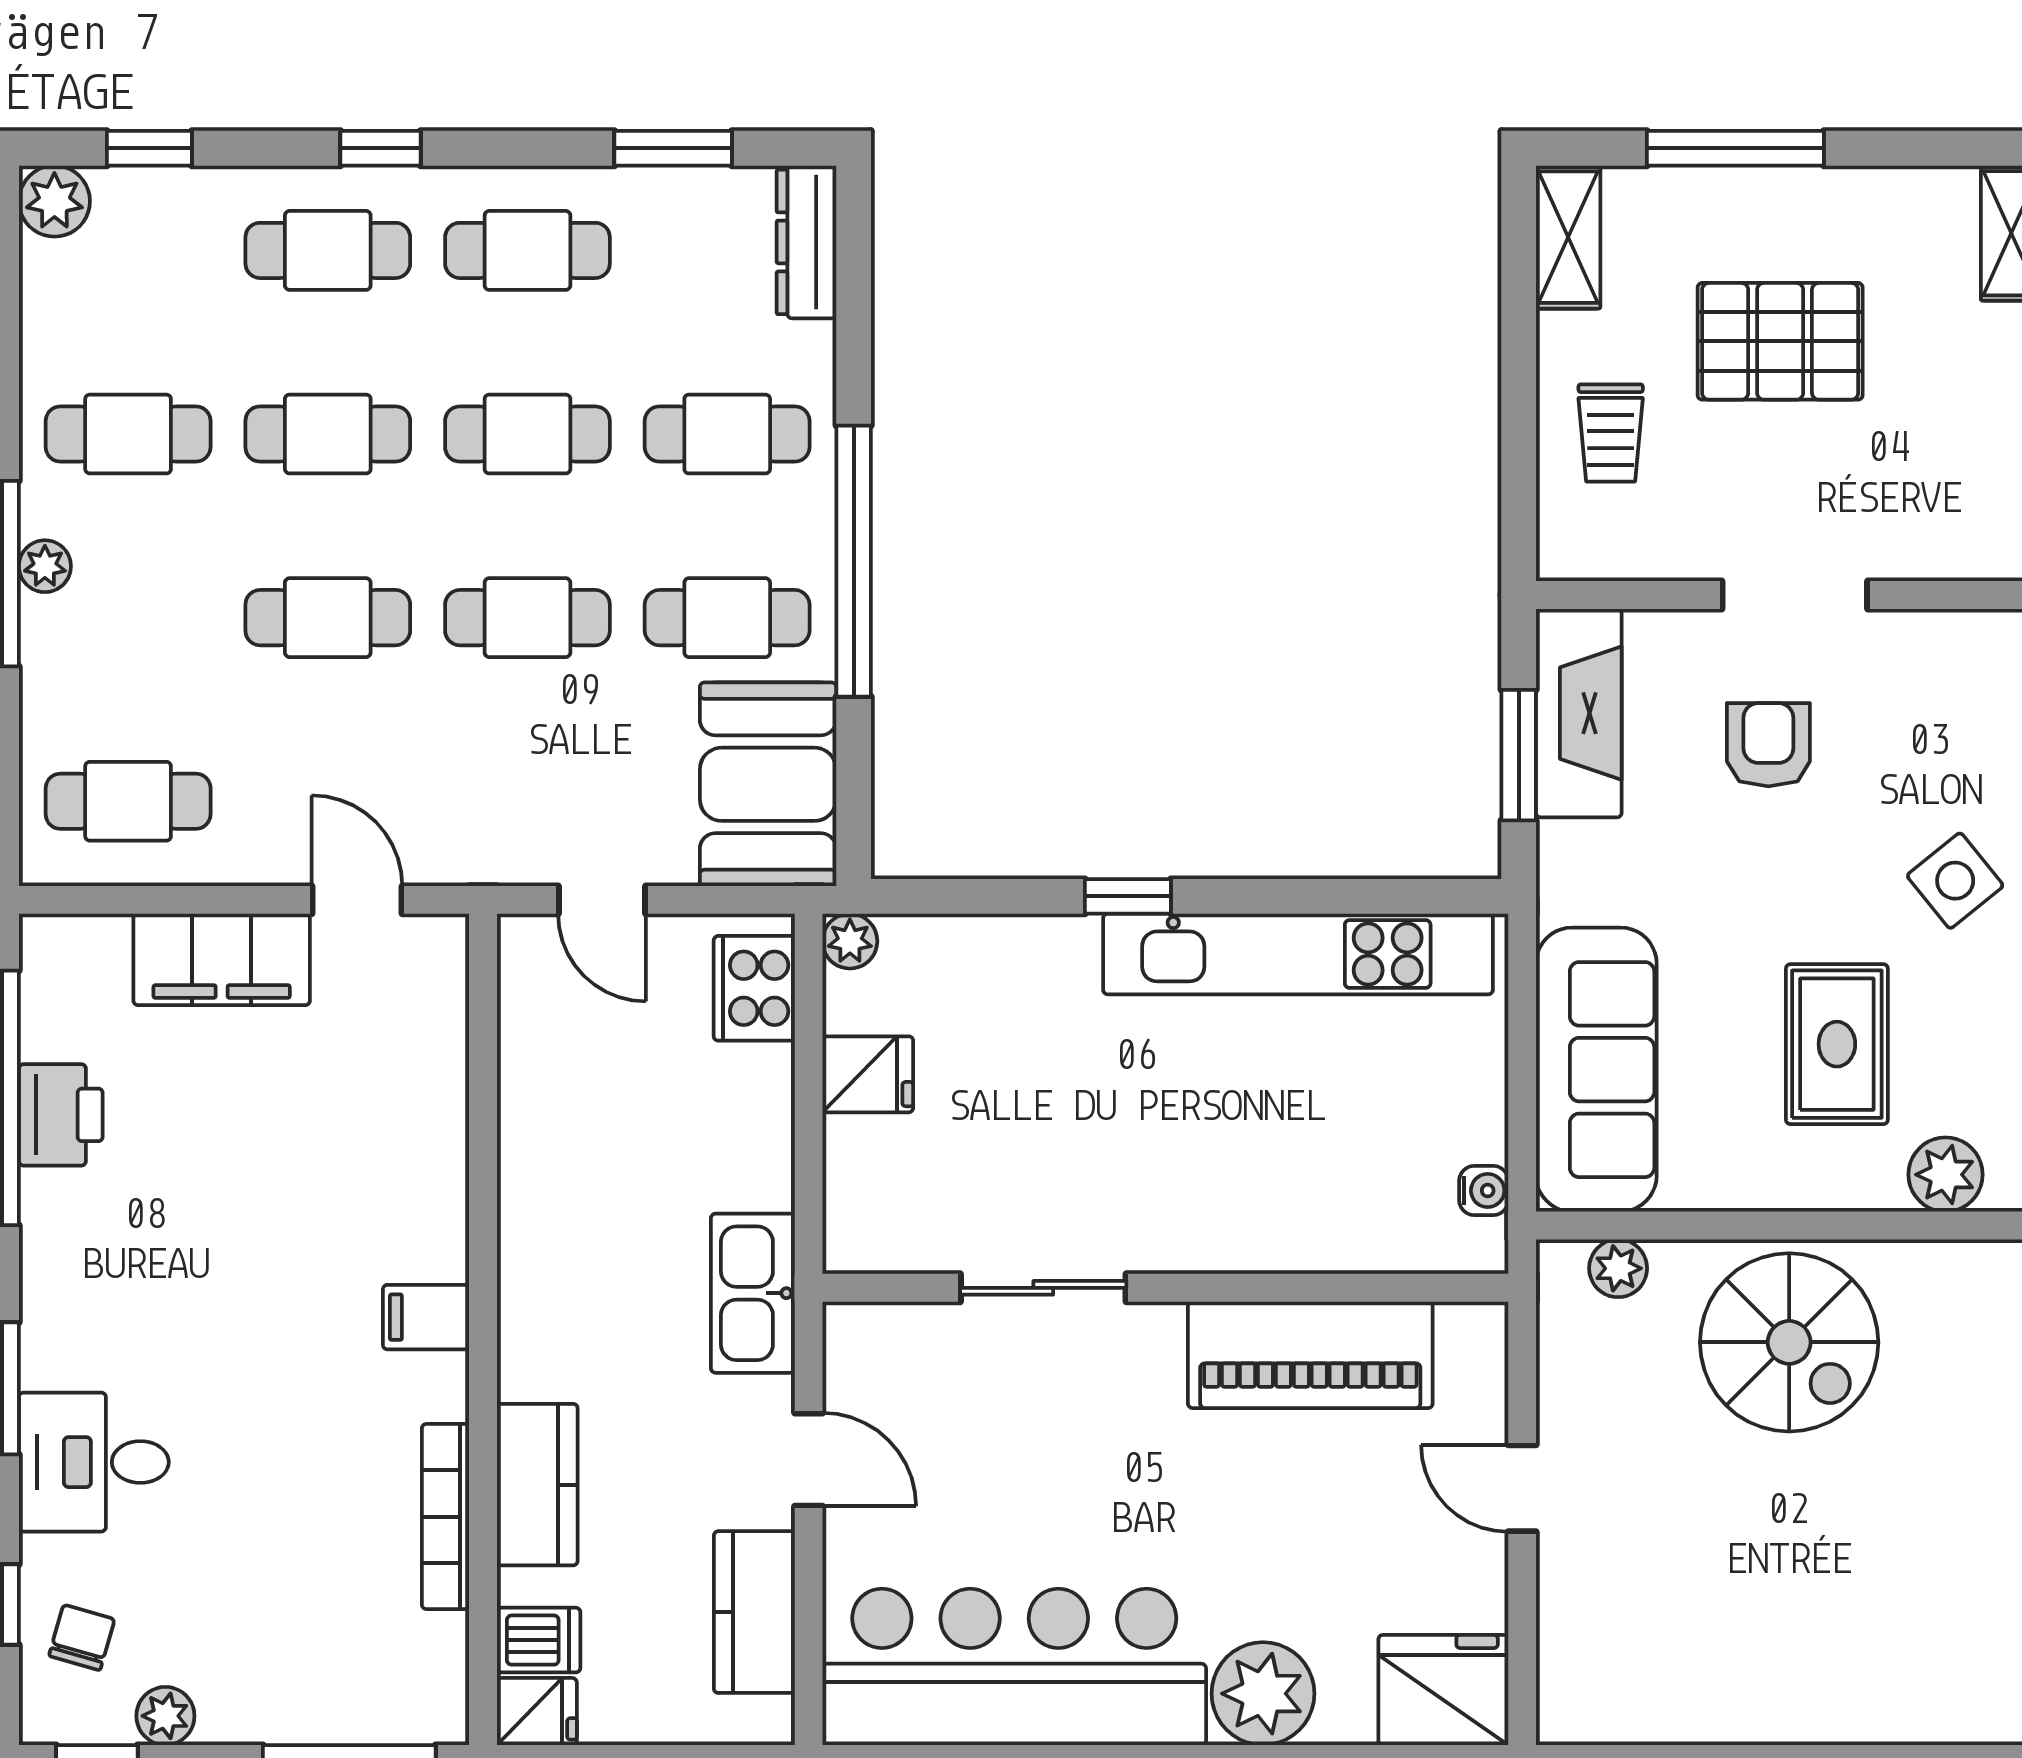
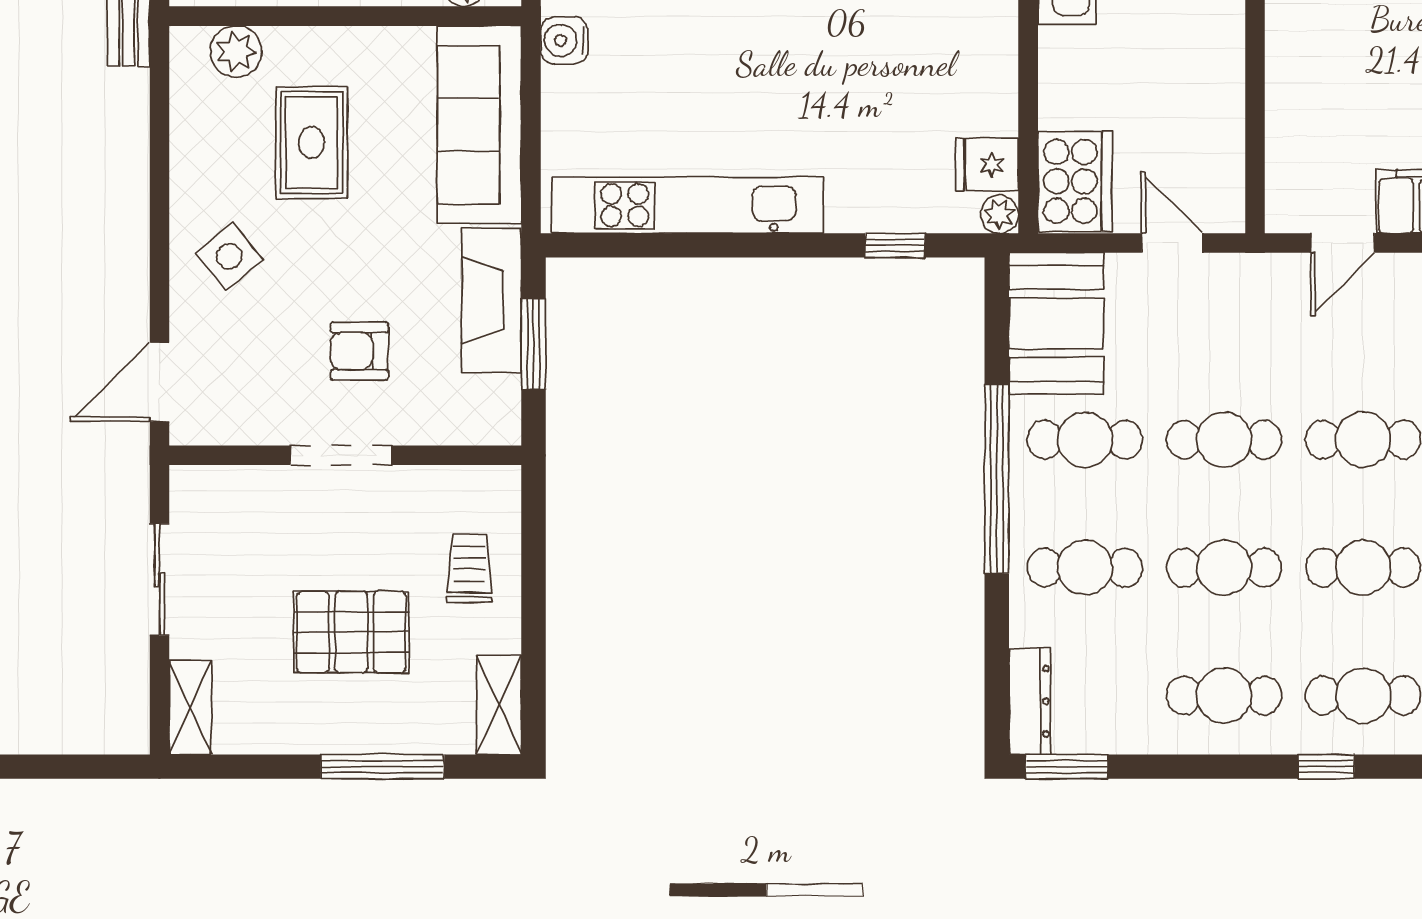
window: (673, 148) -> (1067, 767), moved
fireplace: (1579, 713) -> (492, 300), moved
armchair: (1768, 745) -> (359, 351), turned 90
window: (1128, 896) -> (895, 245), moved
door: (357, 900) -> (1343, 243), hinge flipped
cooker: (754, 988) -> (1075, 181), width x1.37, depth x1.31
fridge: (868, 1074) -> (987, 165), moved
water cooler: (1484, 1191) -> (564, 40), width x1.38, depth x1.38

